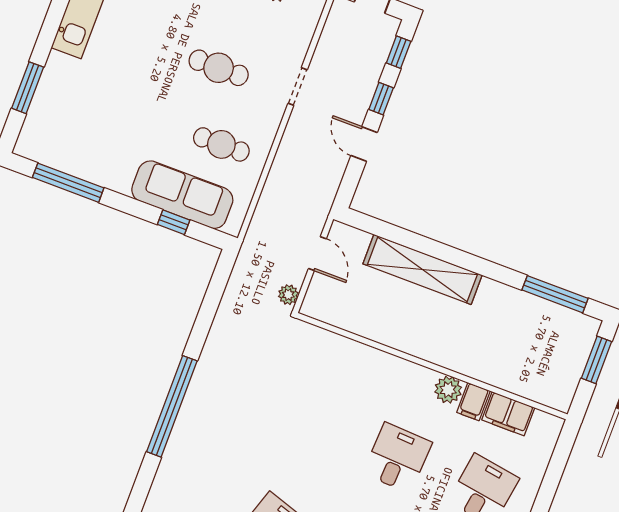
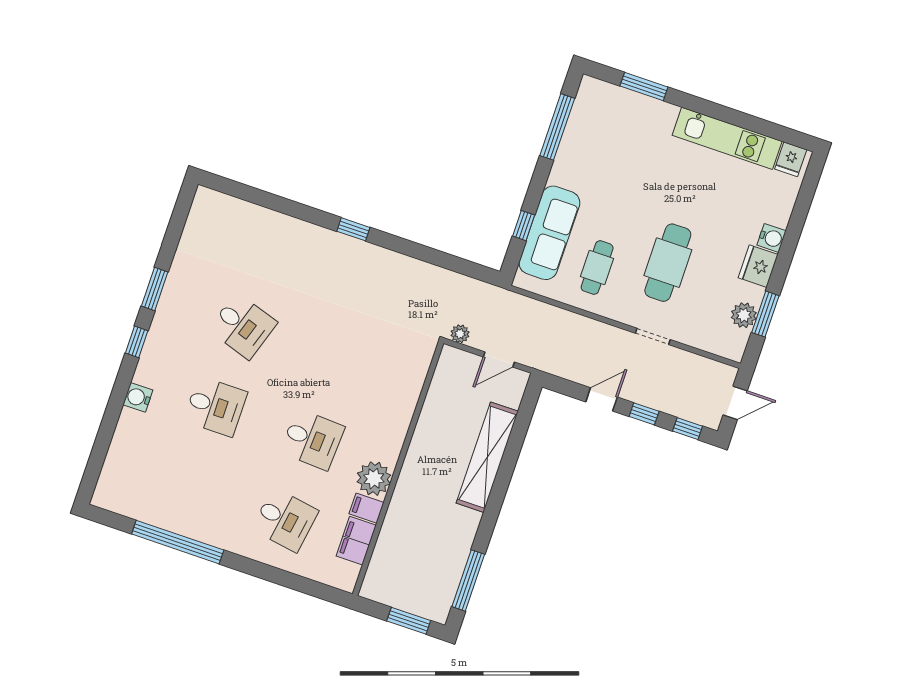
cafe table: (219, 68) -> (668, 263), width x1.37, depth x1.35
plant: (448, 390) -> (374, 479), width x1.36, depth x1.36
window: (172, 406) -> (353, 229), width x0.32

